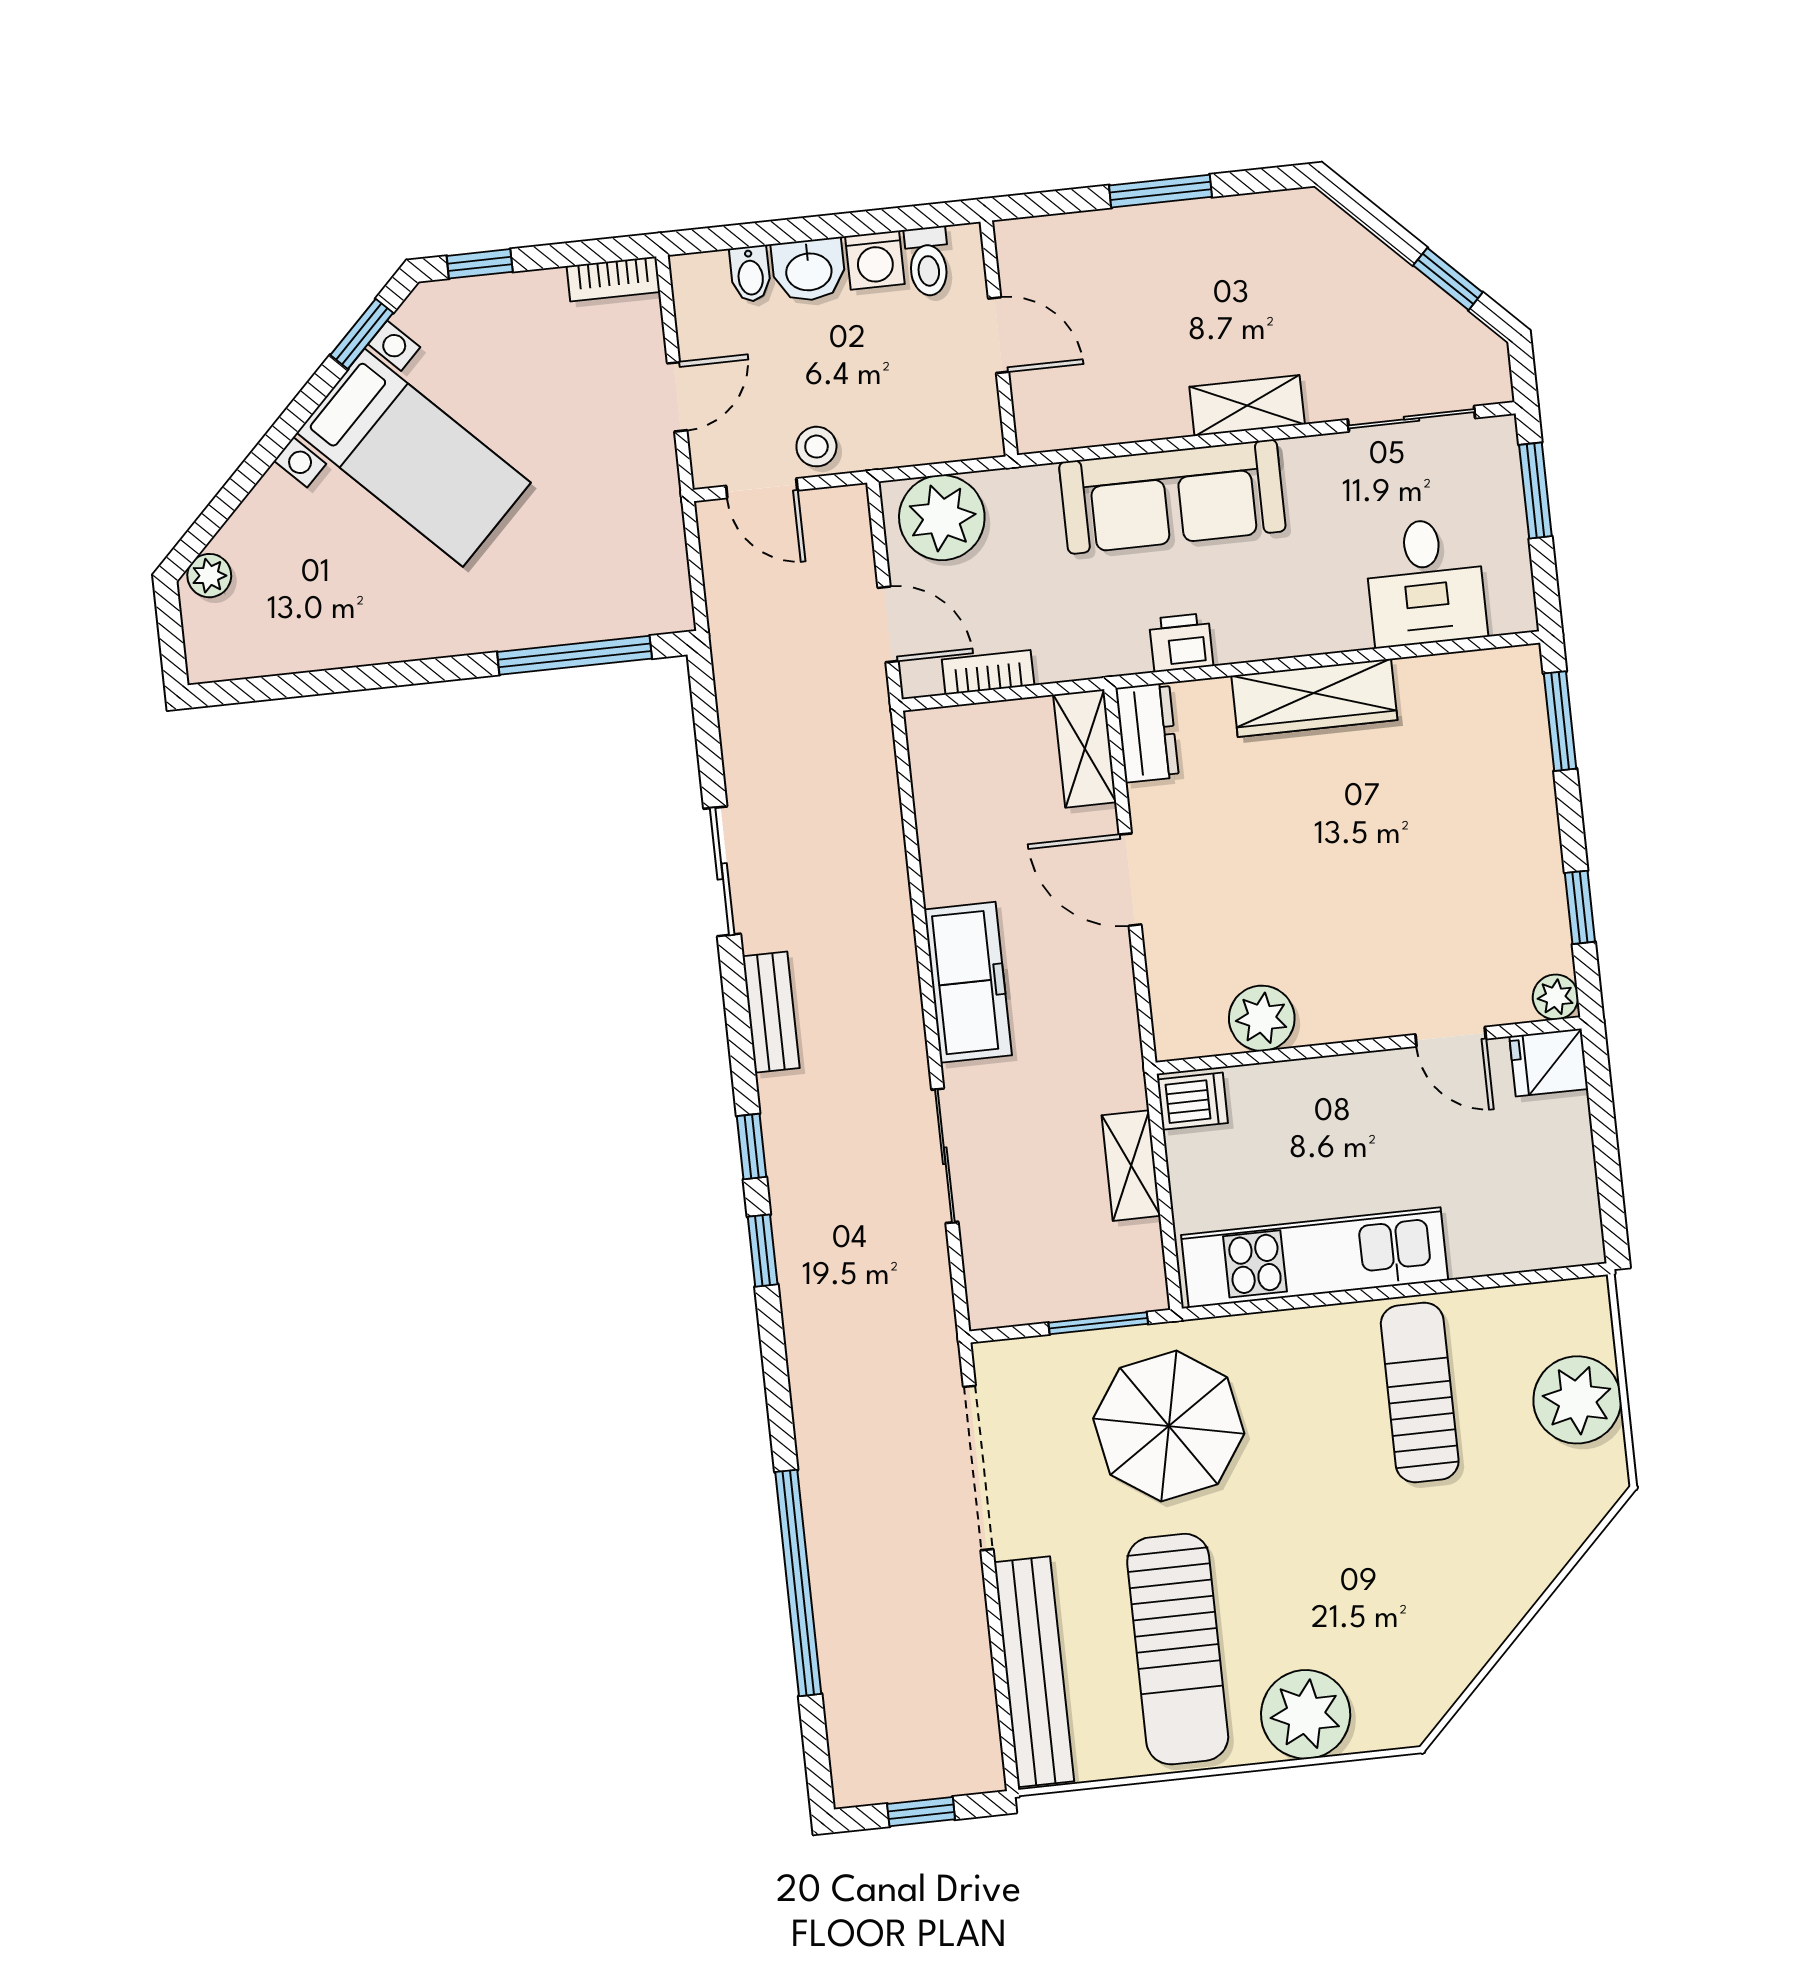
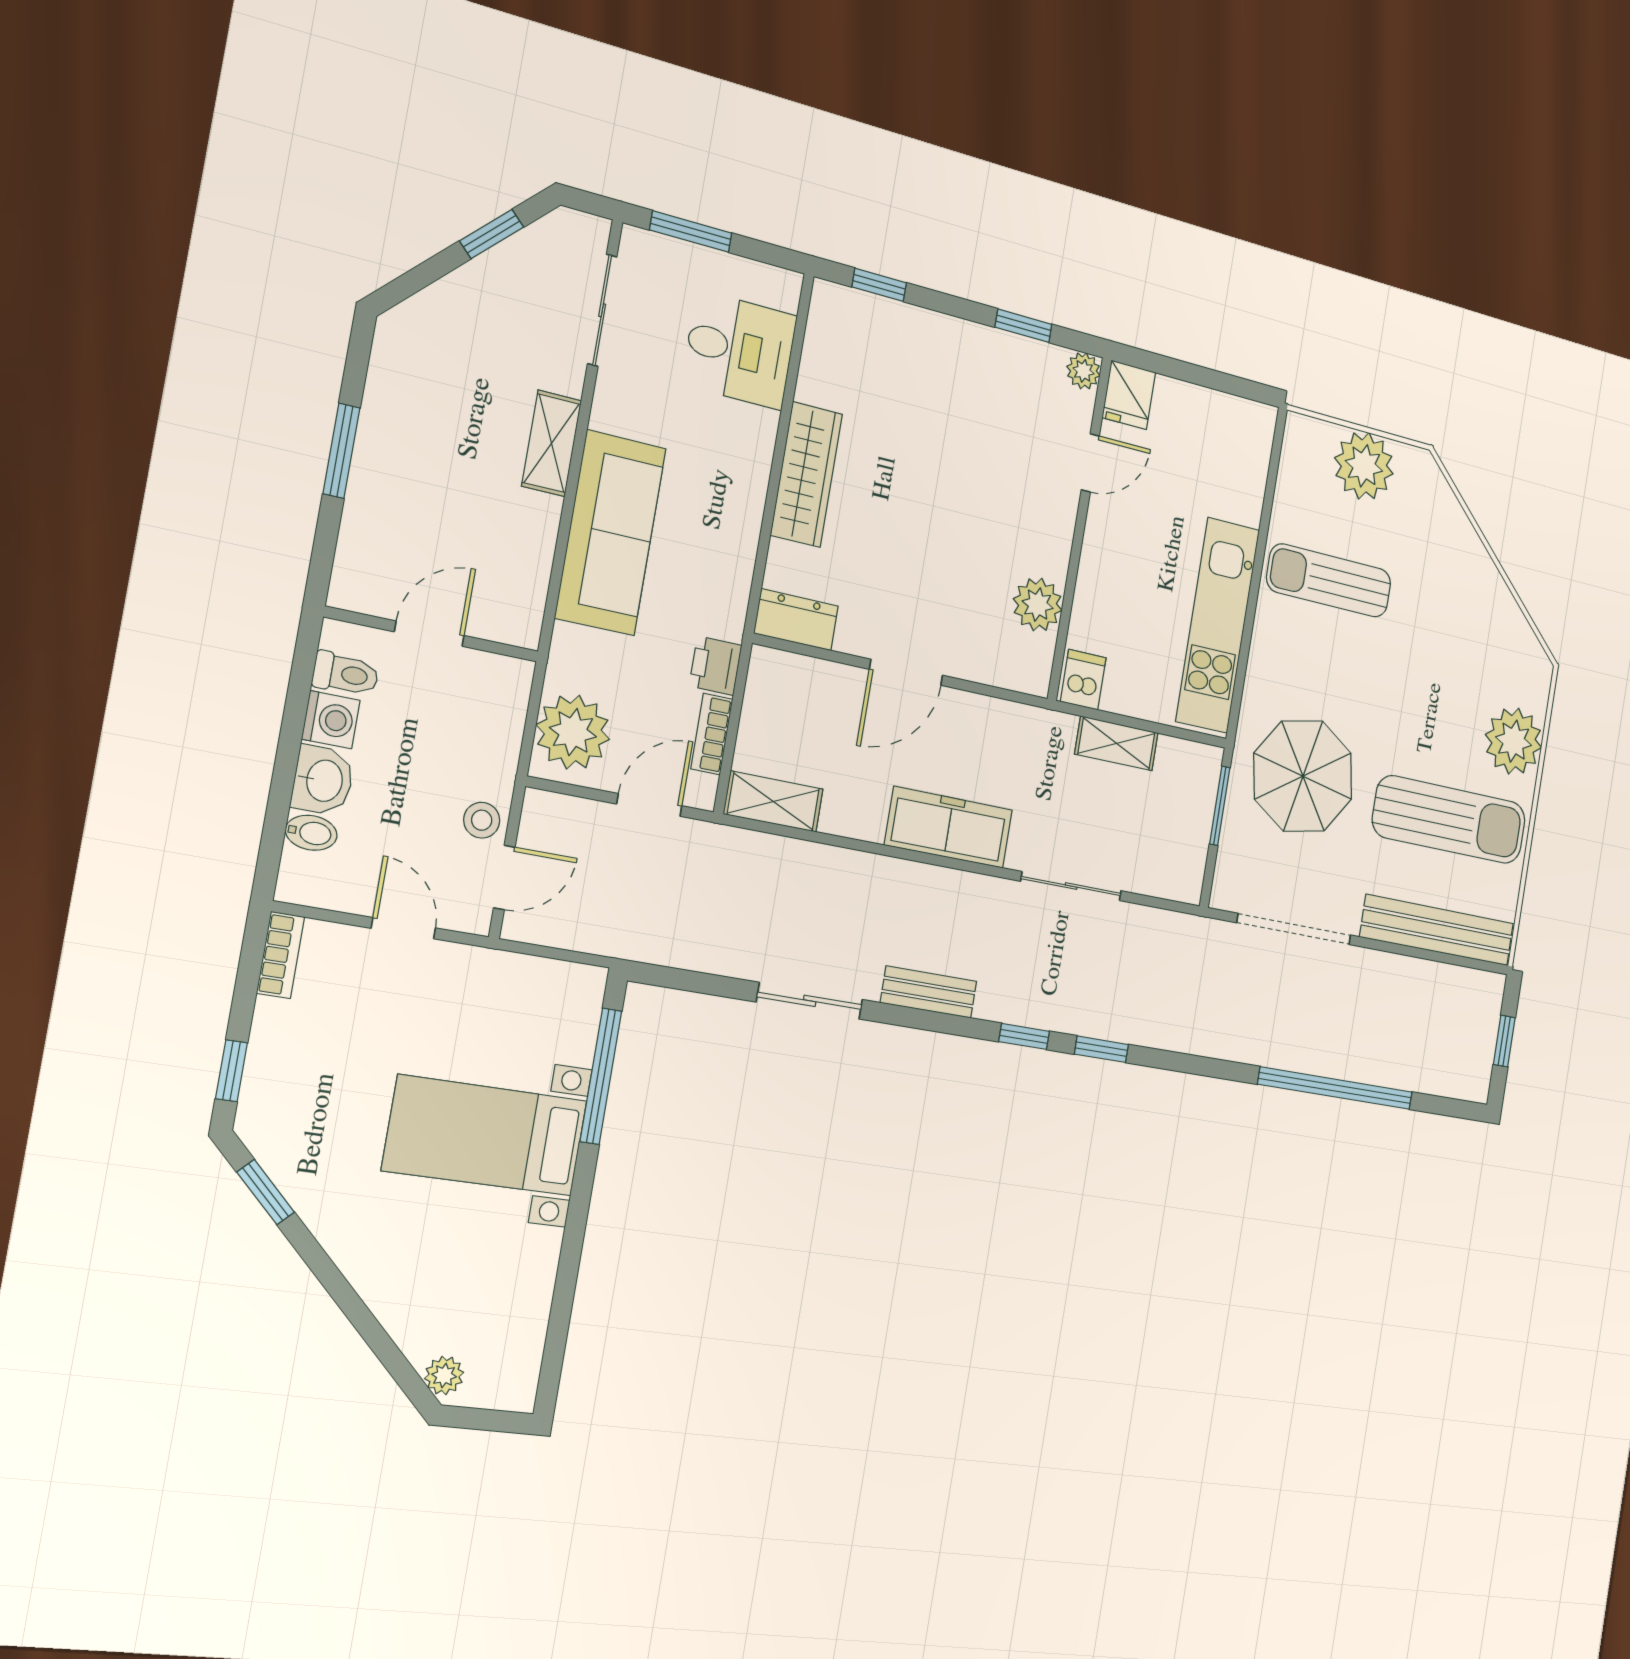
bed with nightstands: (414, 458) -> (485, 1136), moved, turned -135
printer: (1181, 643) -> (715, 666), moved
window: (1560, 721) -> (879, 285), width x0.67
shelving: (1085, 749) -> (773, 802), moved

